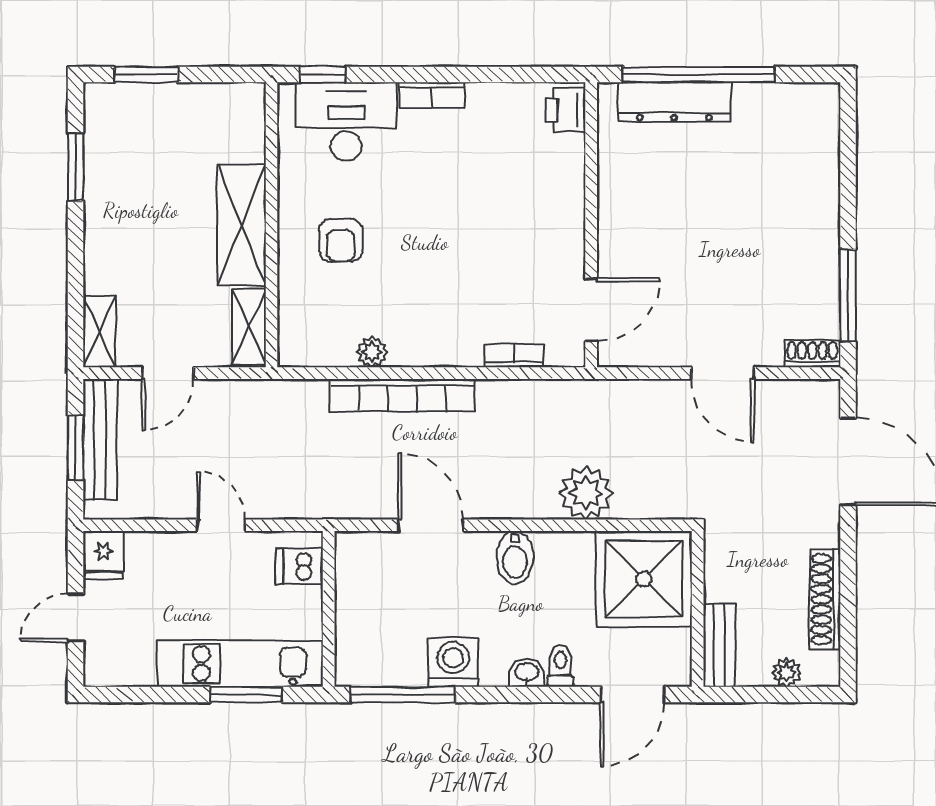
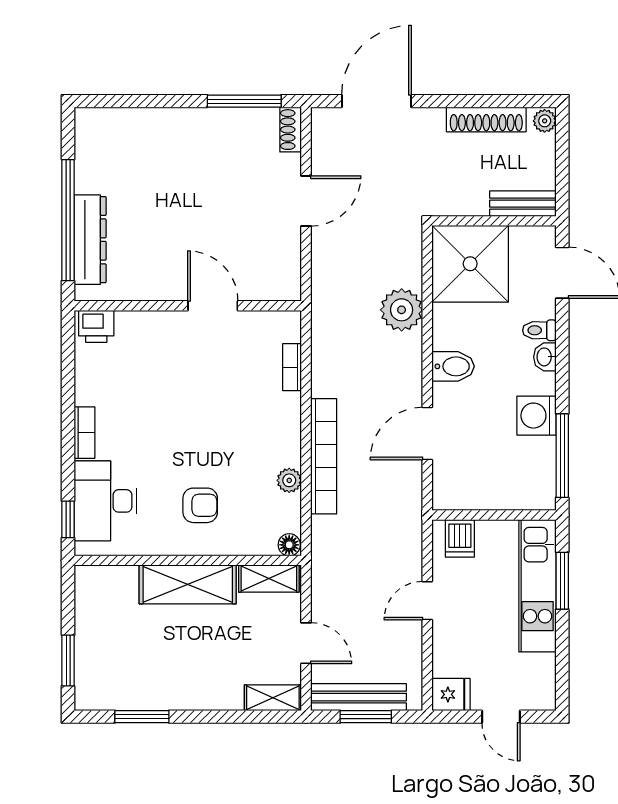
door: (591, 310) -> (213, 306), moved
floor lamp: (291, 352) -> (289, 545), added
plant: (787, 673) -> (545, 121), moved

